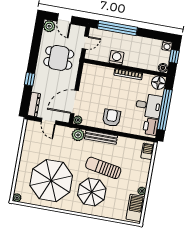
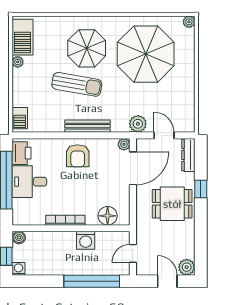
dining table: (59, 58) -> (172, 204), moved
floor lamp: (158, 83) -> (108, 216), moved
plant: (78, 135) -> (138, 124), moved

